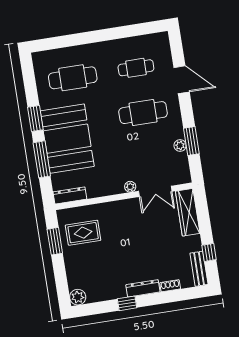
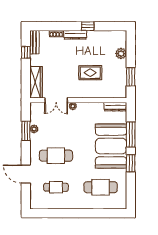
double door: (155, 191) -> (56, 100), swing flipped
rug: (83, 233) -> (90, 73), moved
plant: (78, 297) -> (121, 54), moved

